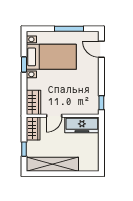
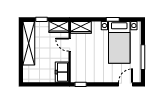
freezer: (82, 125) -> (62, 72), width x0.71

